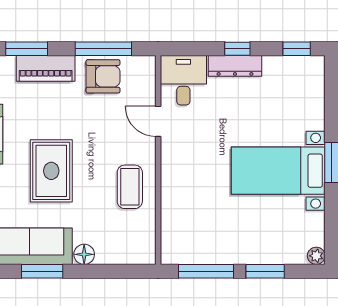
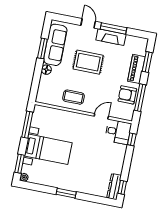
window: (237, 49) -> (132, 139), moved
dresser: (235, 66) -> (114, 187), moved
armchair: (103, 76) -> (127, 95), turned 90
bed with nightstands: (278, 171) -> (48, 149), moved, turned 90
window: (265, 271) -> (19, 164), moved

